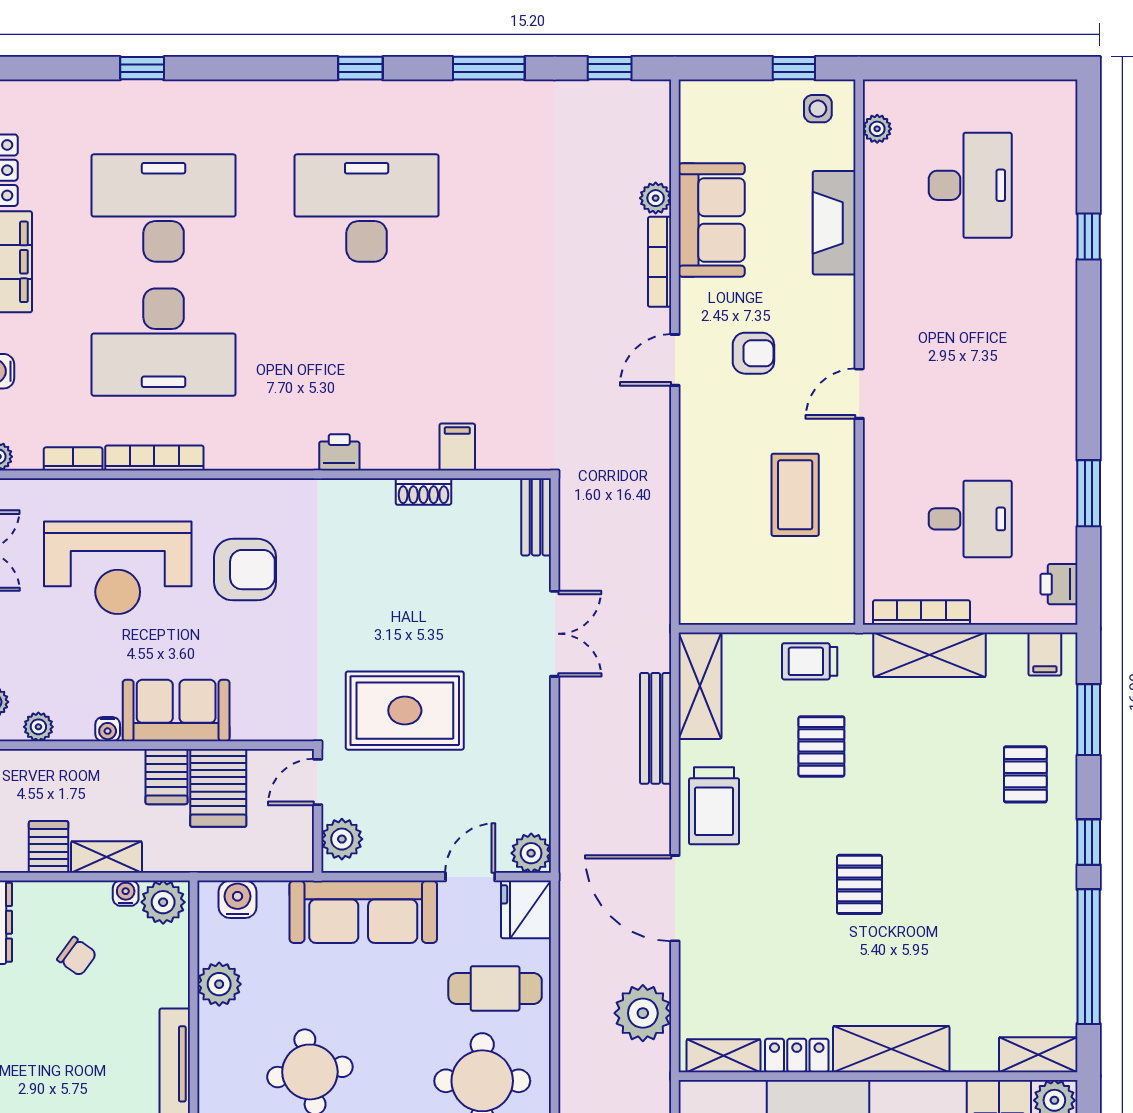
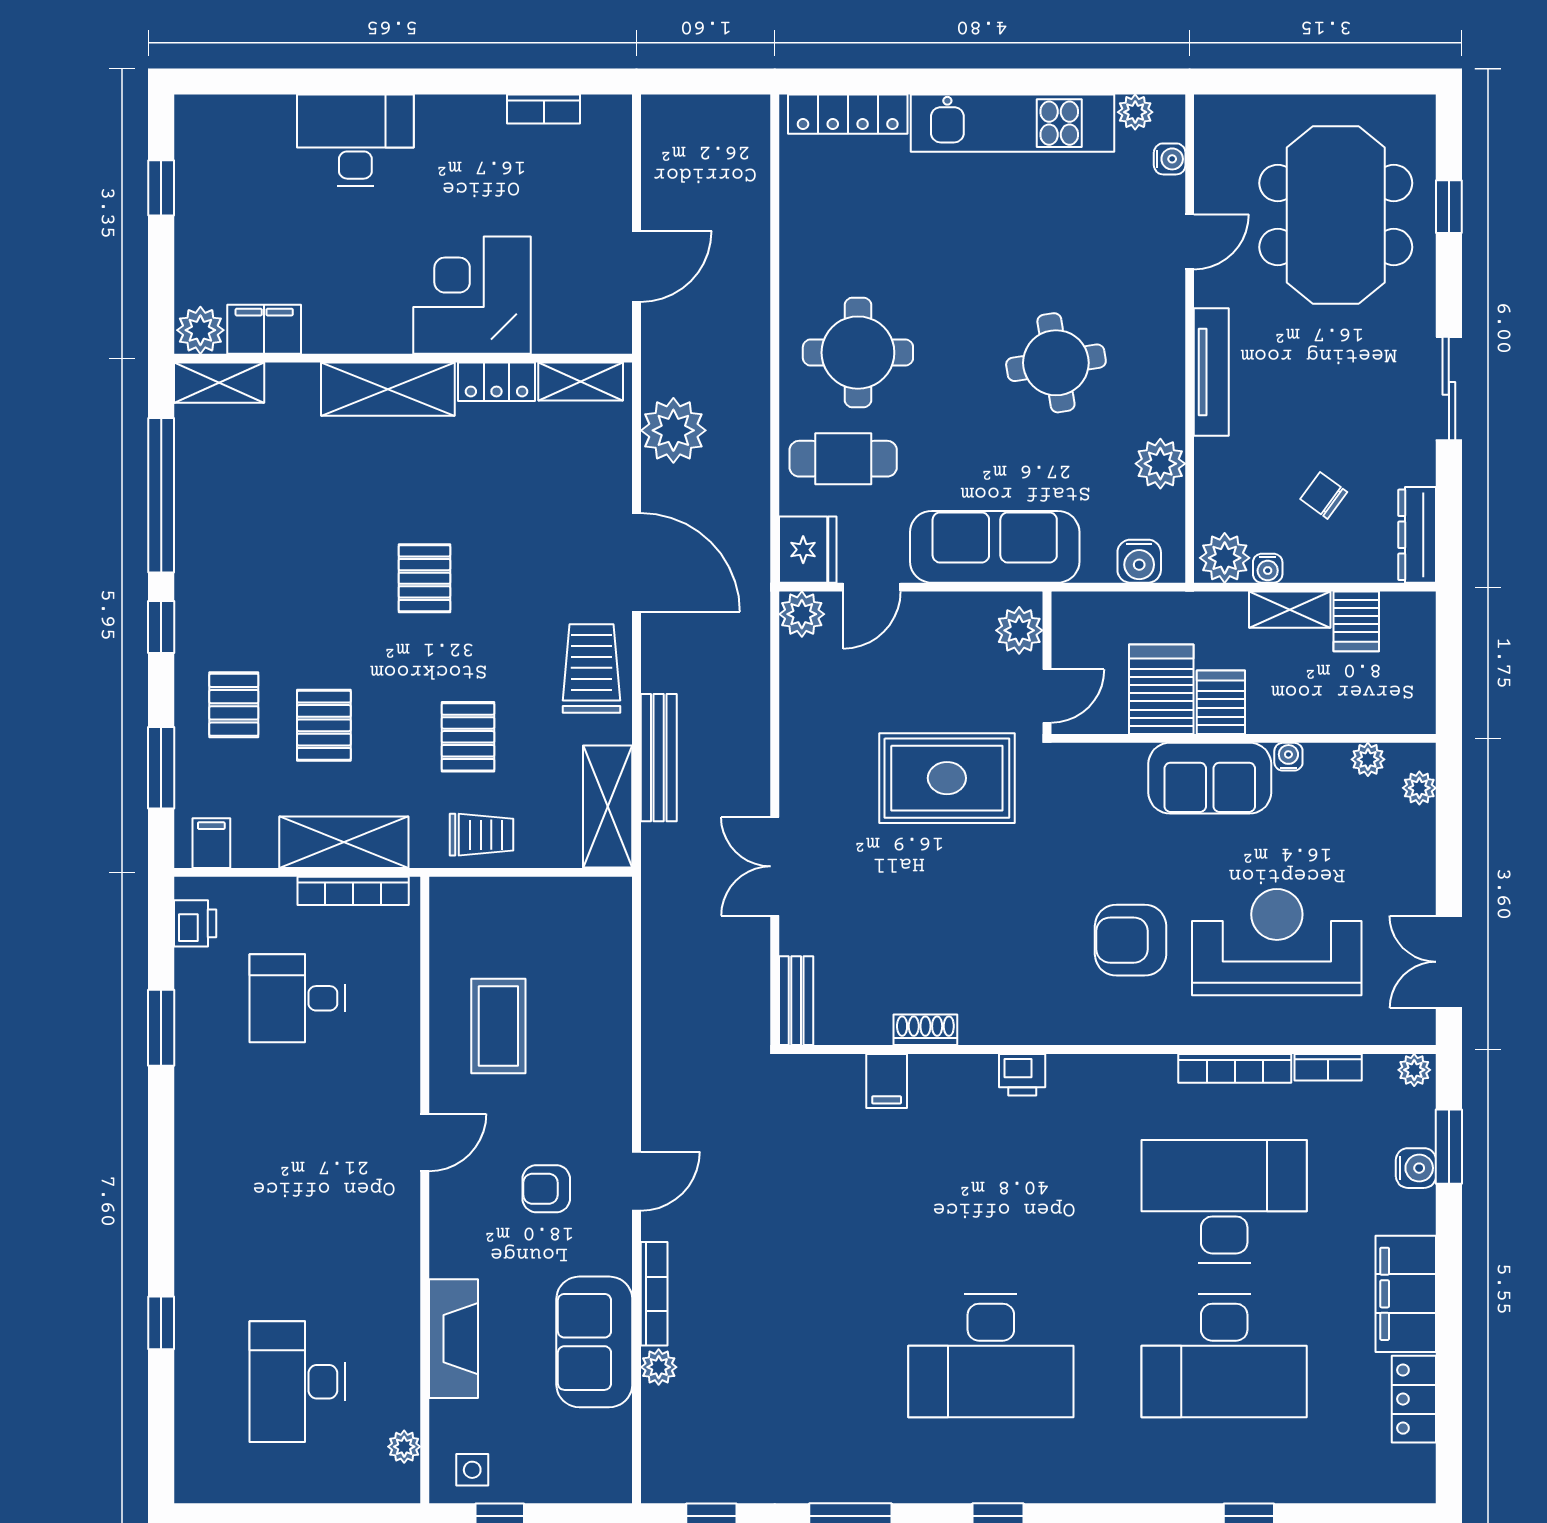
pallet: (947, 757) -> (324, 725), added

